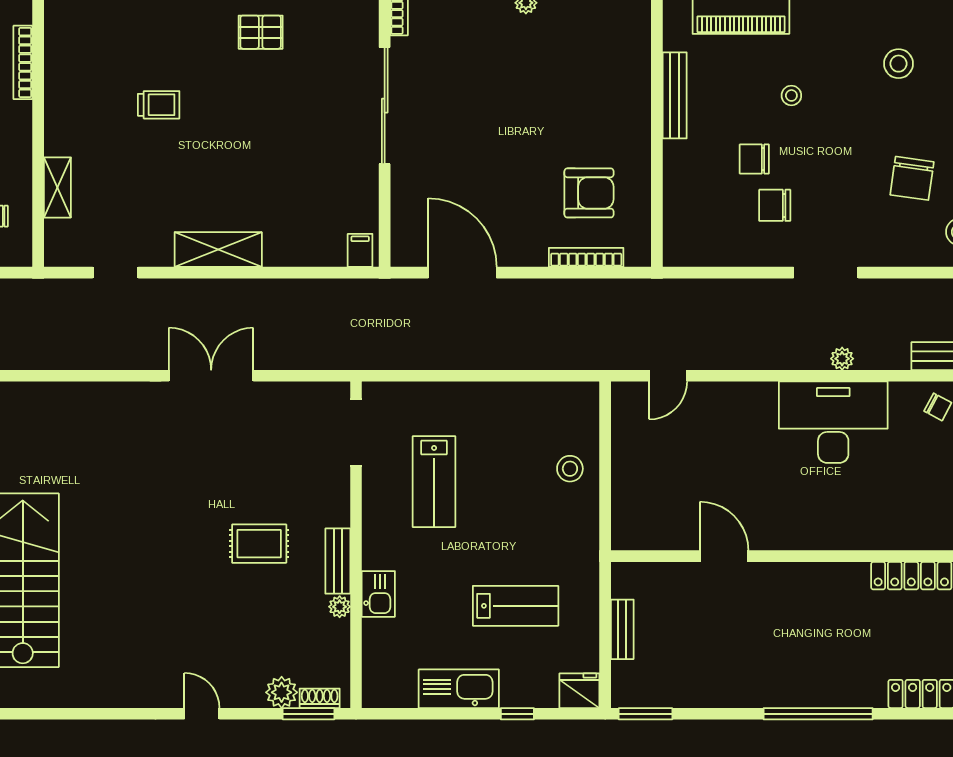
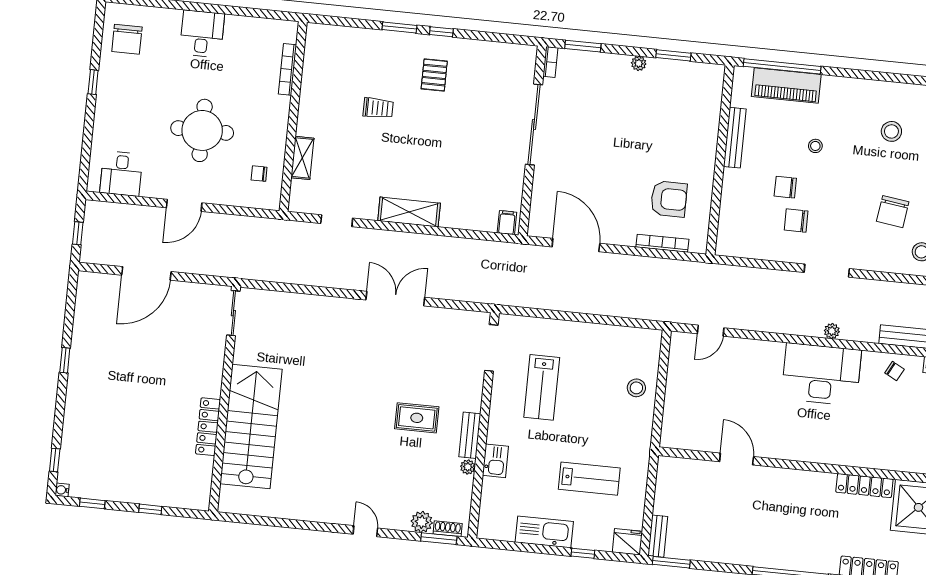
pallet: (261, 32) -> (434, 75), moved, turned 90
bench: (622, 629) -> (658, 536), moved

